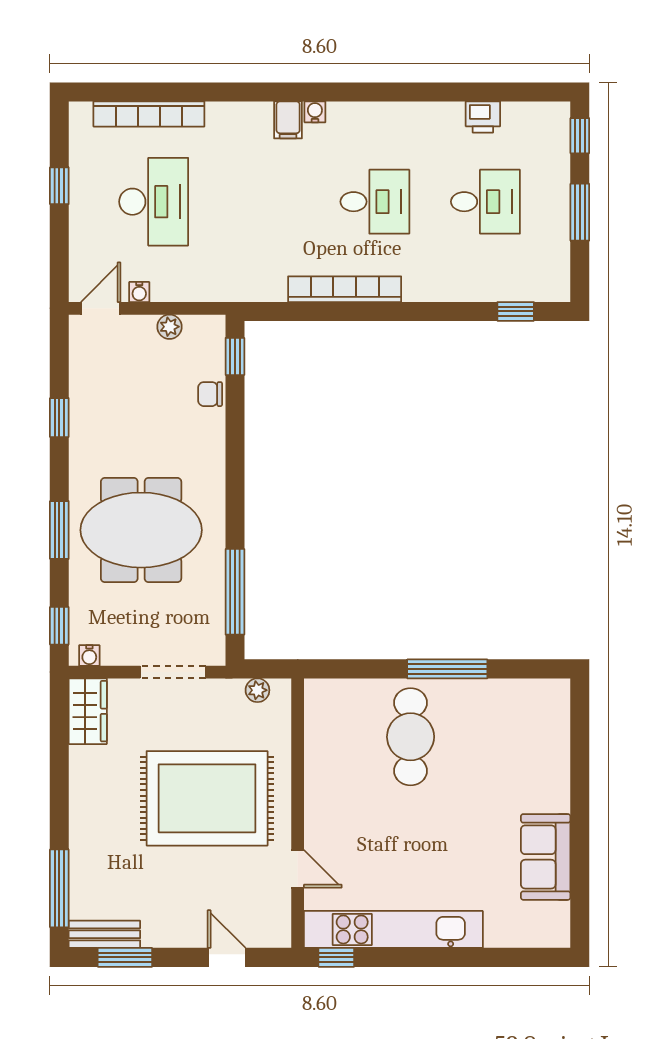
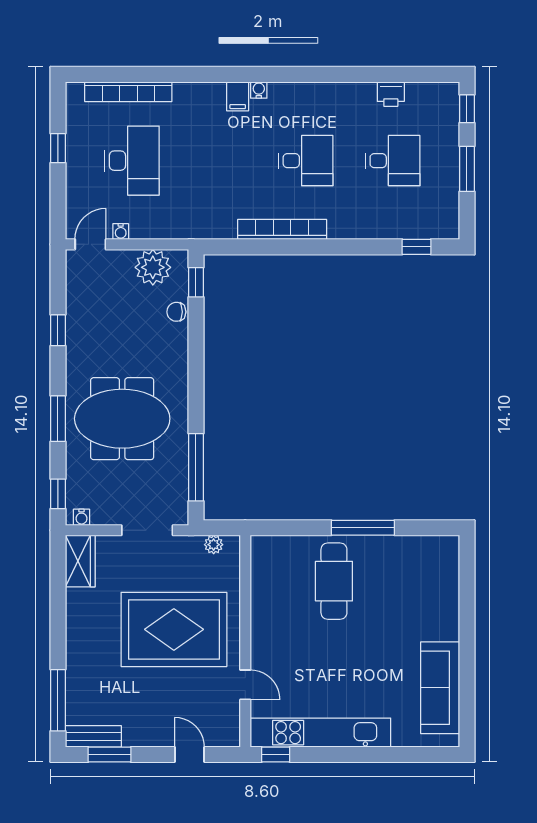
plant: (169, 327) -> (153, 267), width x1.88, depth x1.88
sofa: (546, 857) -> (440, 688), width x1.36

